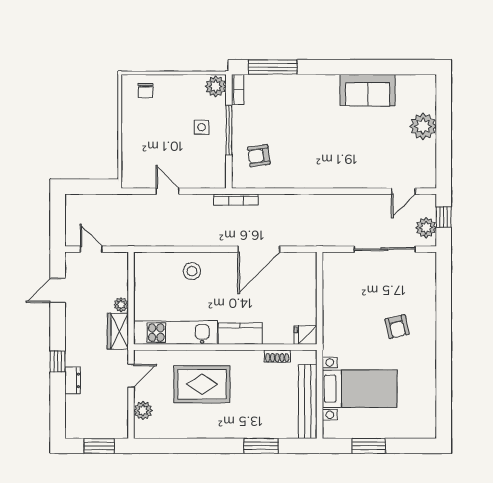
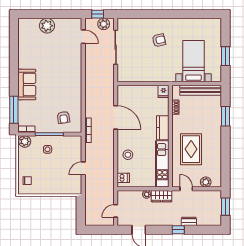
sofa: (368, 90) -> (27, 85), moved
dishwasher: (150, 263) -> (123, 178), added

